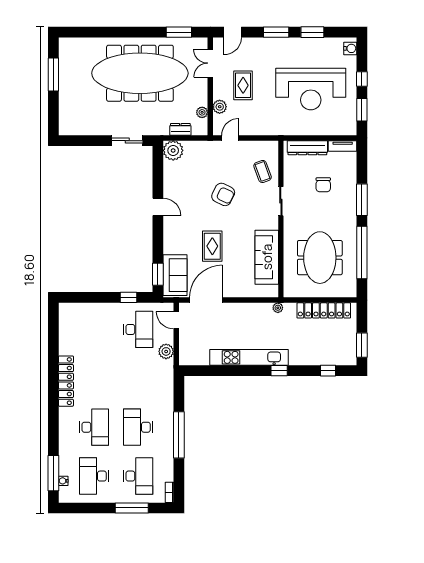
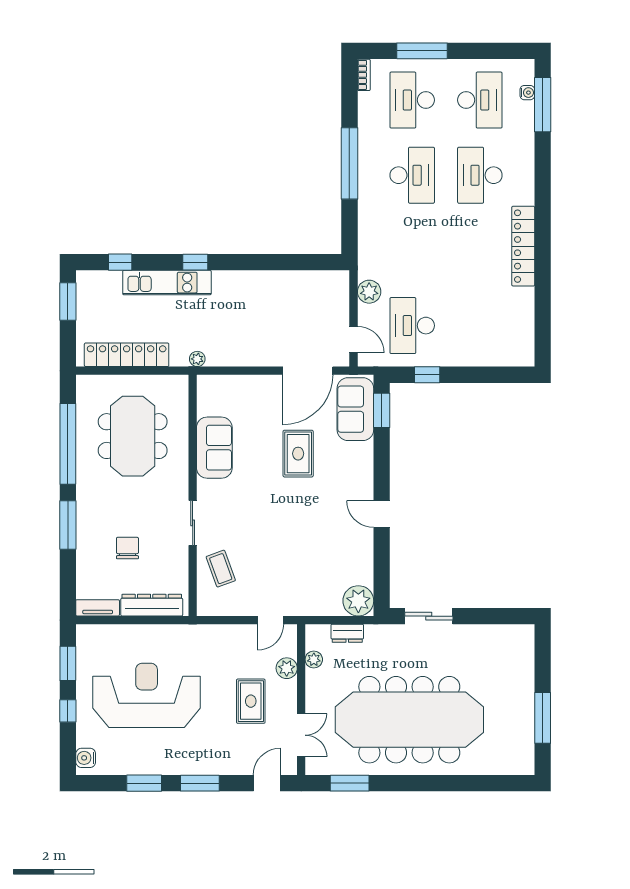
armchair: (223, 194) -> (281, 533), removed
sofa: (267, 257) -> (214, 448), width x0.73
kitchen unit: (249, 357) -> (167, 283), moved, width x0.73

